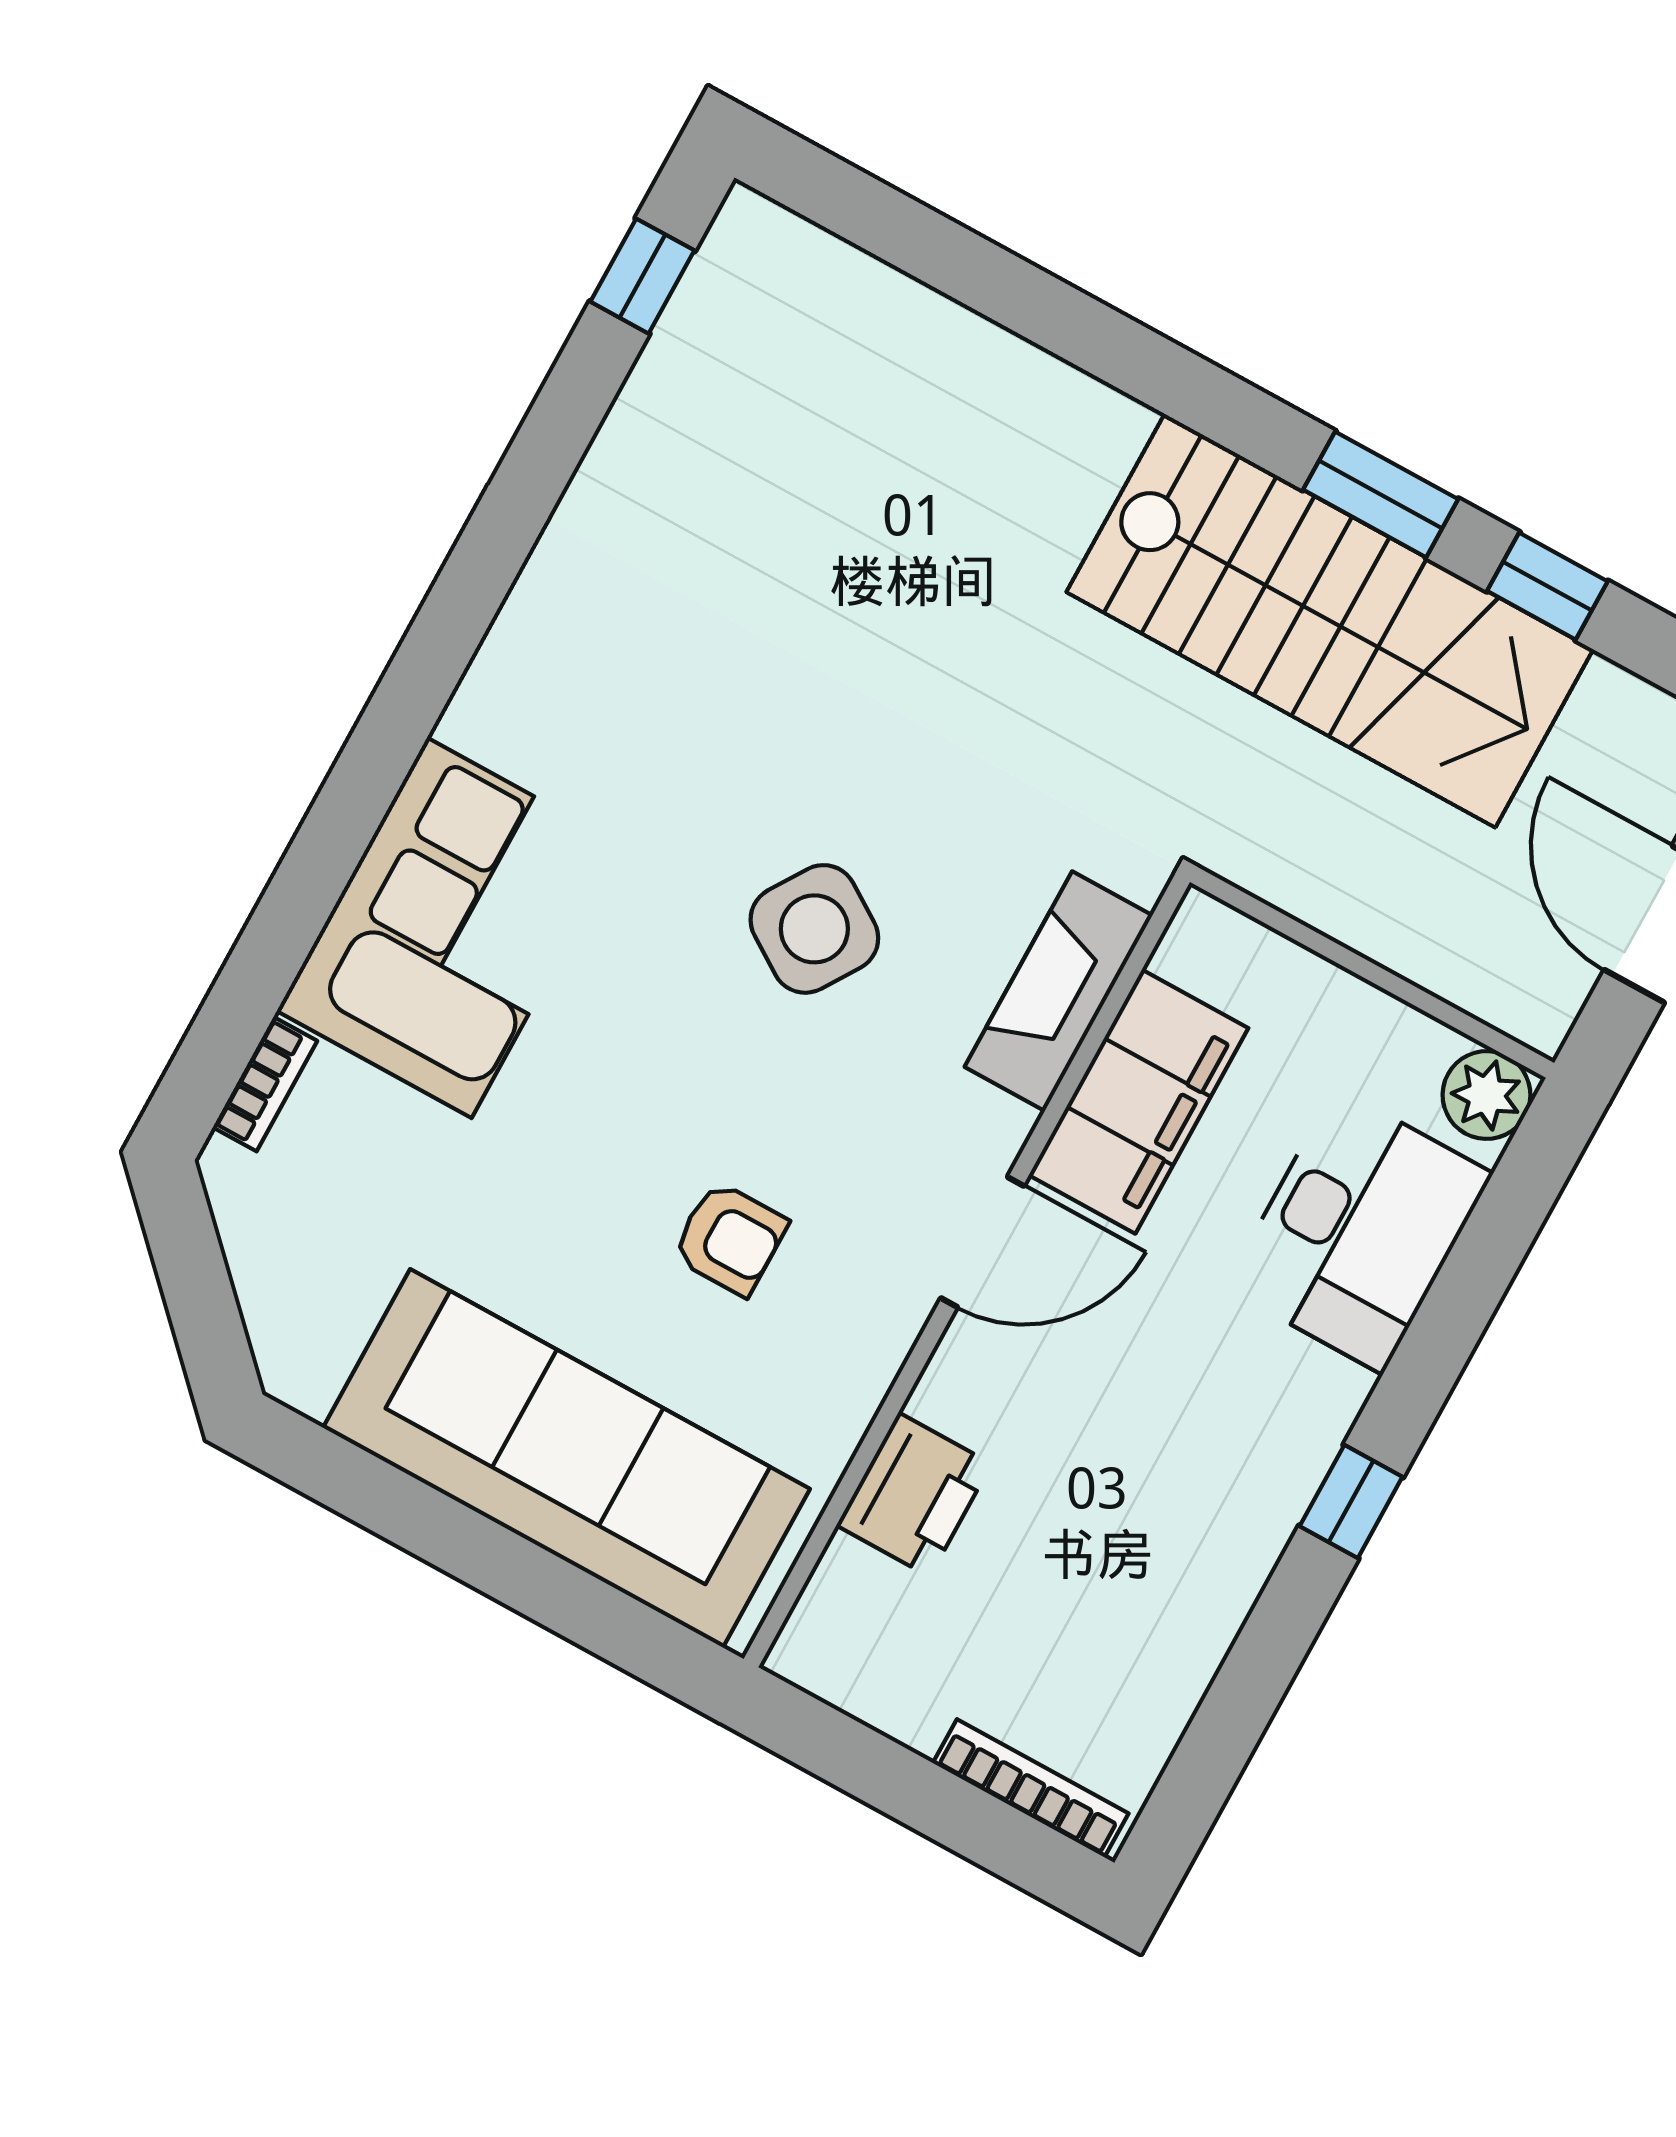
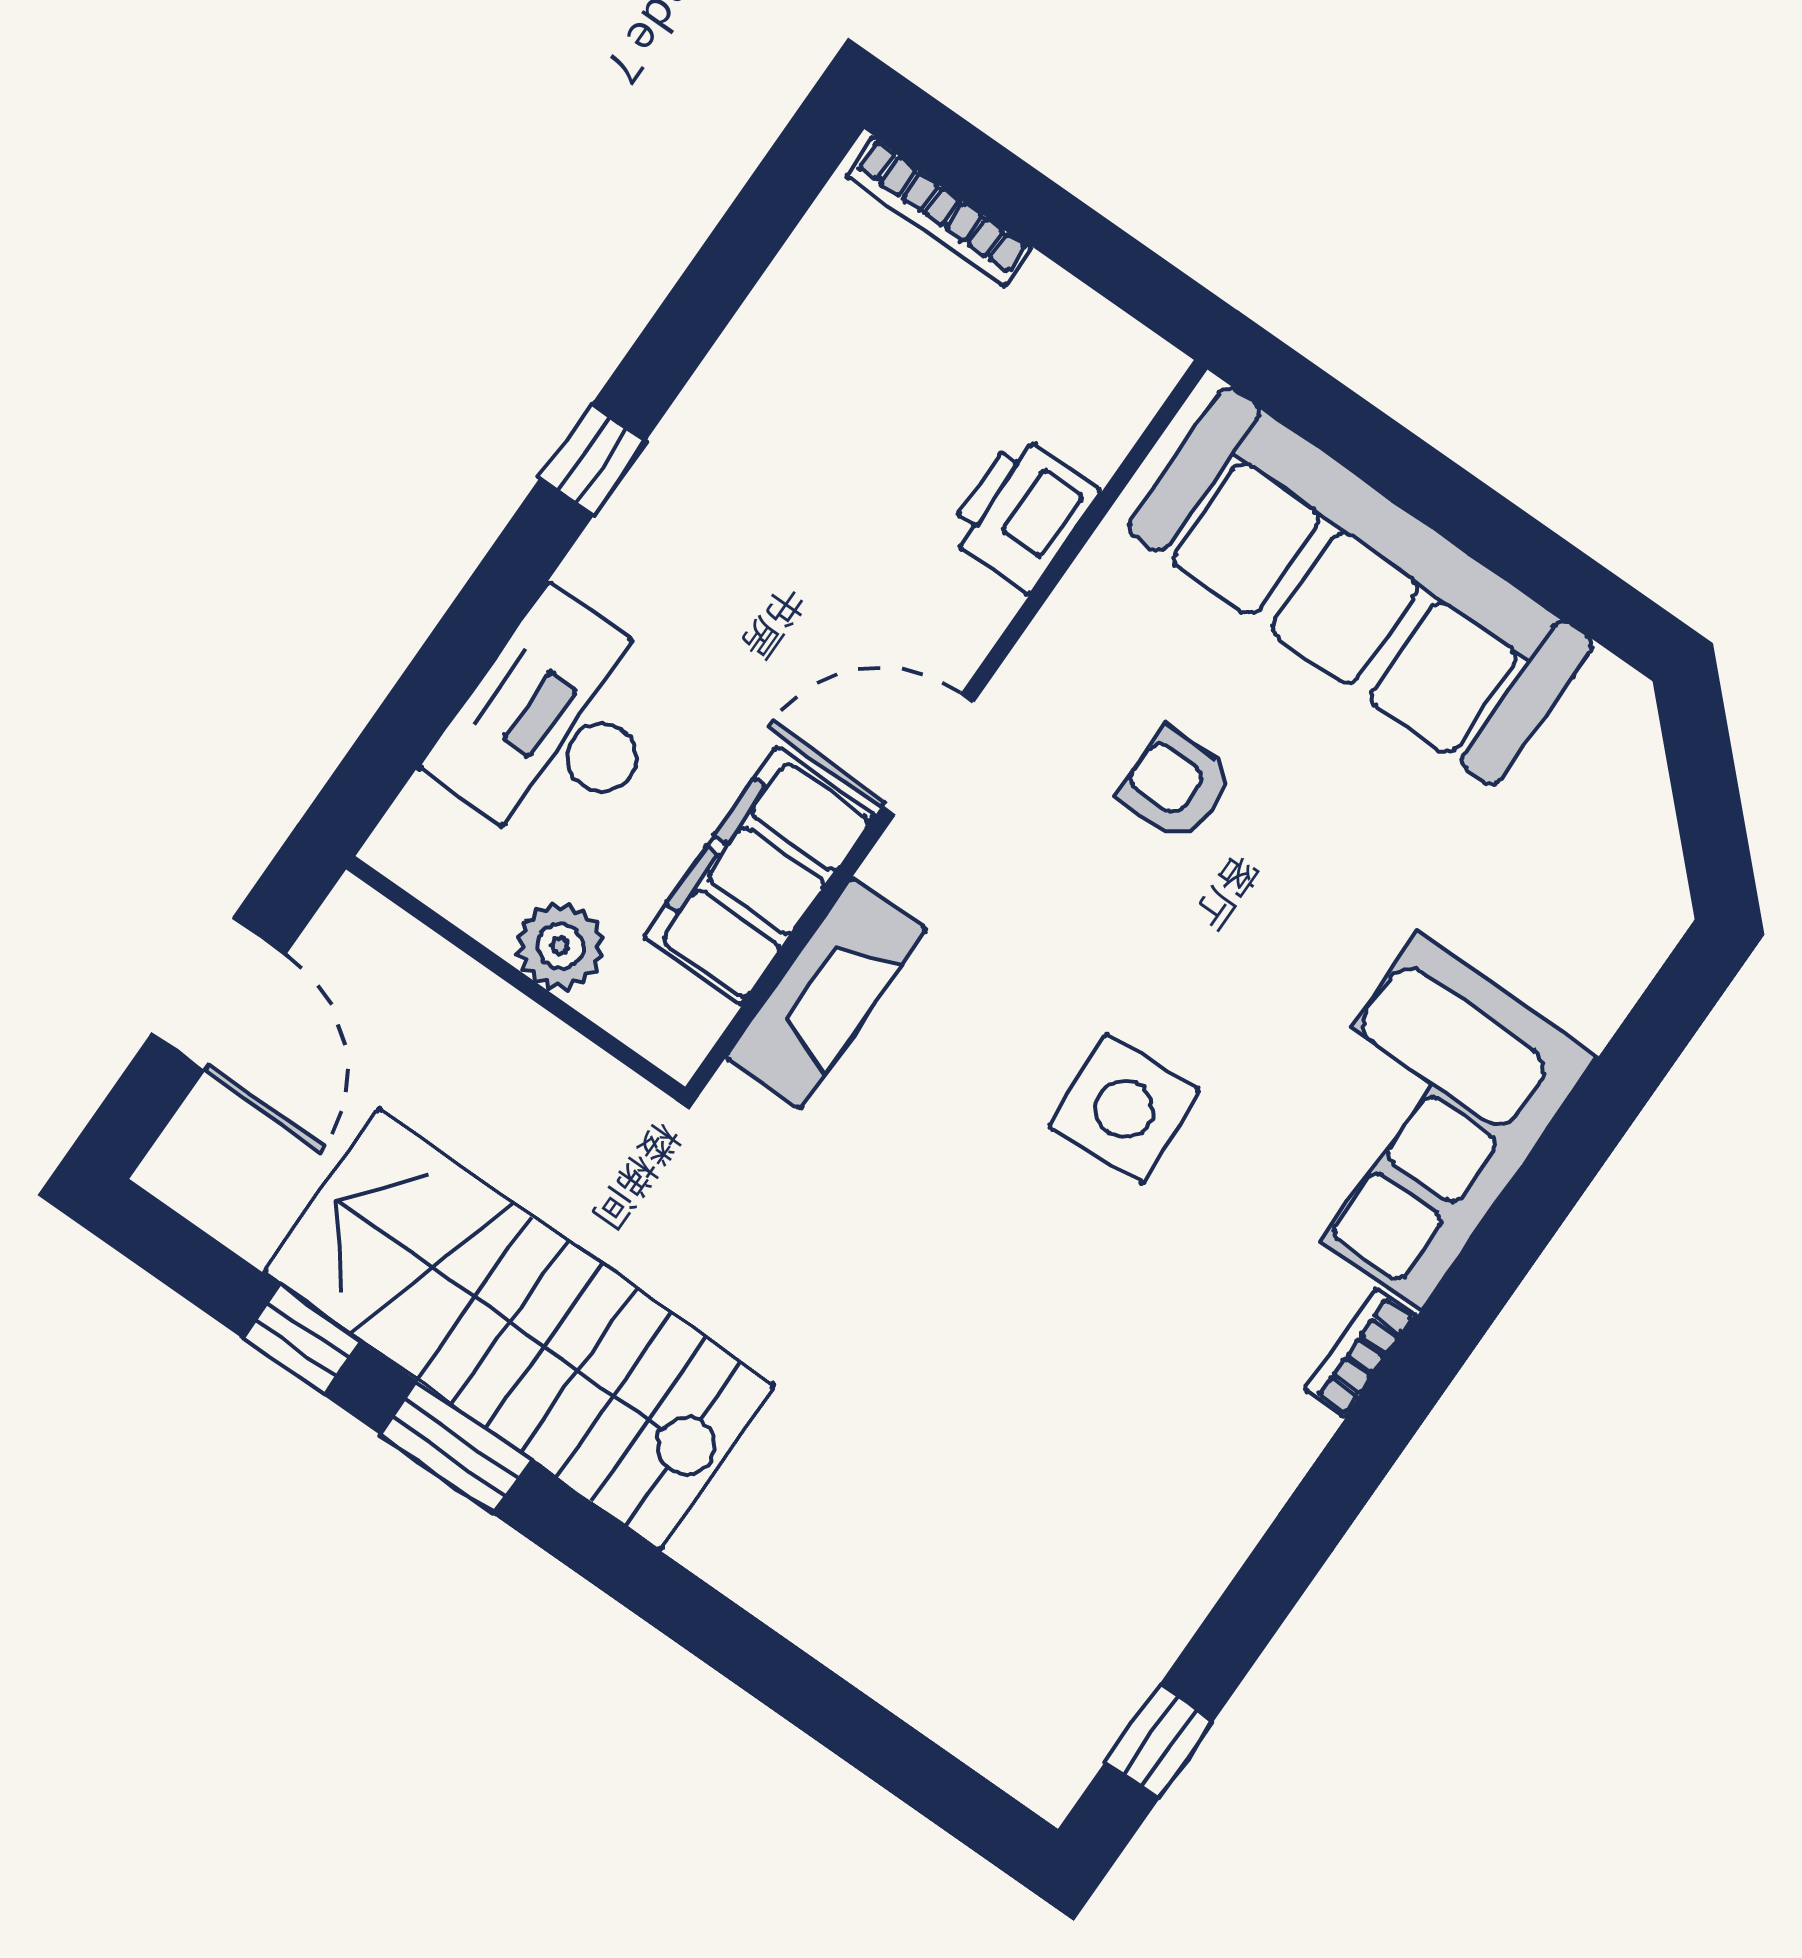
side table: (814, 929) -> (1124, 1109), moved, turned -37
bookcase: (265, 1084) -> (1361, 1353), moved
plant: (1487, 1095) -> (560, 946), moved

